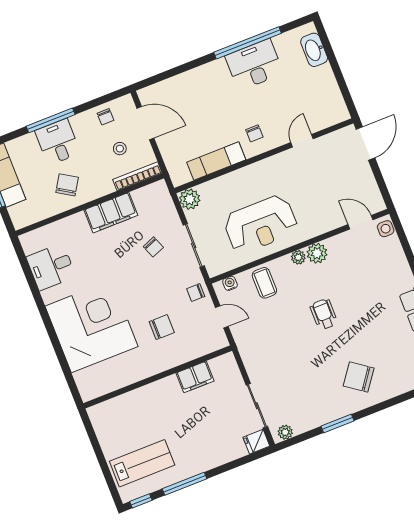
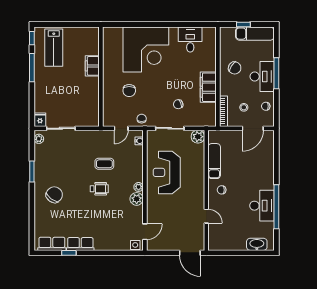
desk: (58, 142) -> (262, 76), width x1.37
coffee table: (264, 283) -> (104, 164), moved
filing cabinet: (195, 377) -> (92, 66), moved

